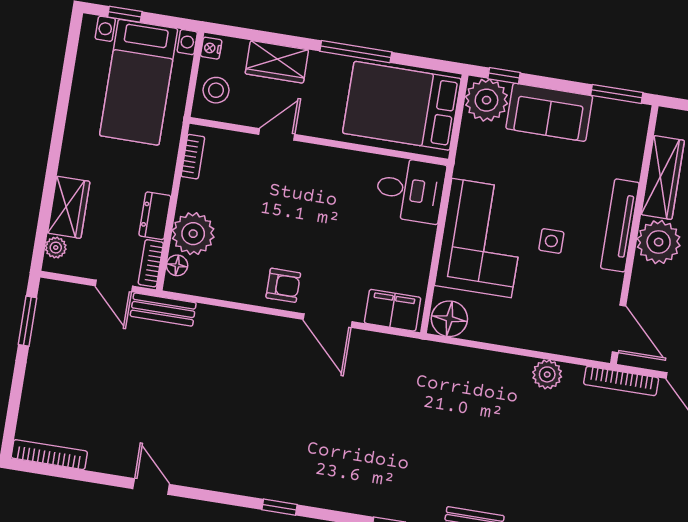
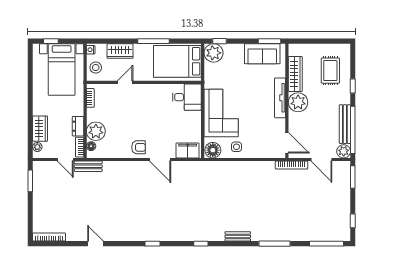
sofa: (549, 112) -> (262, 54), moved
side table: (551, 241) -> (236, 147), moved
plant: (547, 374) -> (259, 167), removed

